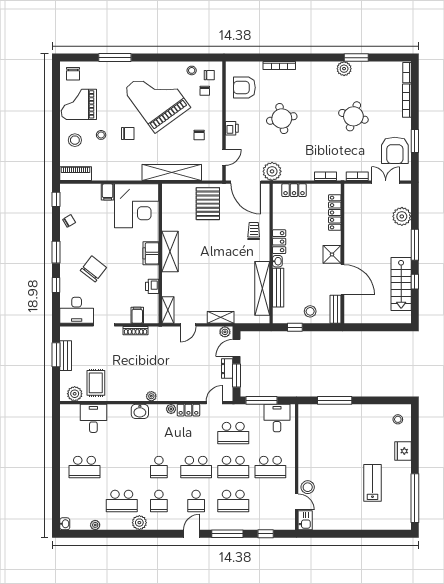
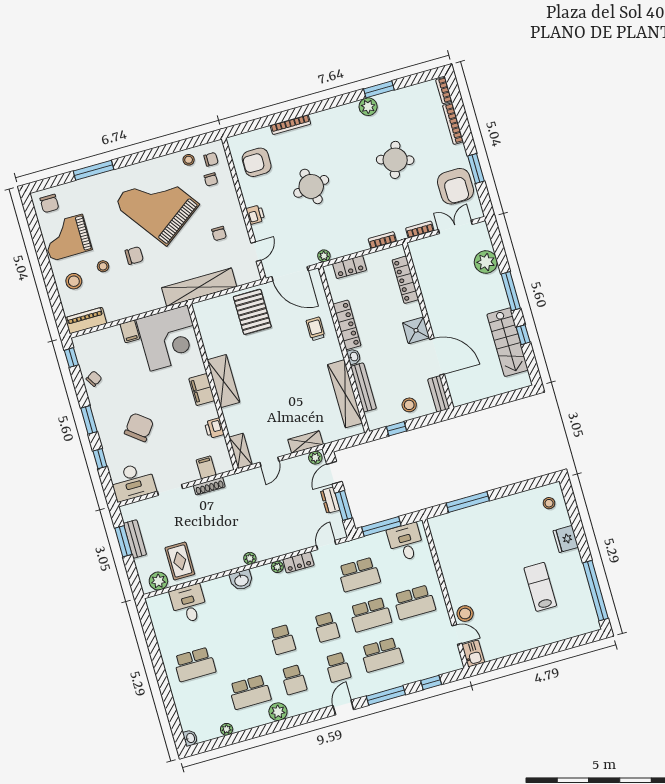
plant: (272, 171) -> (324, 256), width x0.53, depth x0.53
locker: (279, 242) -> (347, 325), width x1.53
school desk: (196, 467) -> (326, 627), width x0.54

